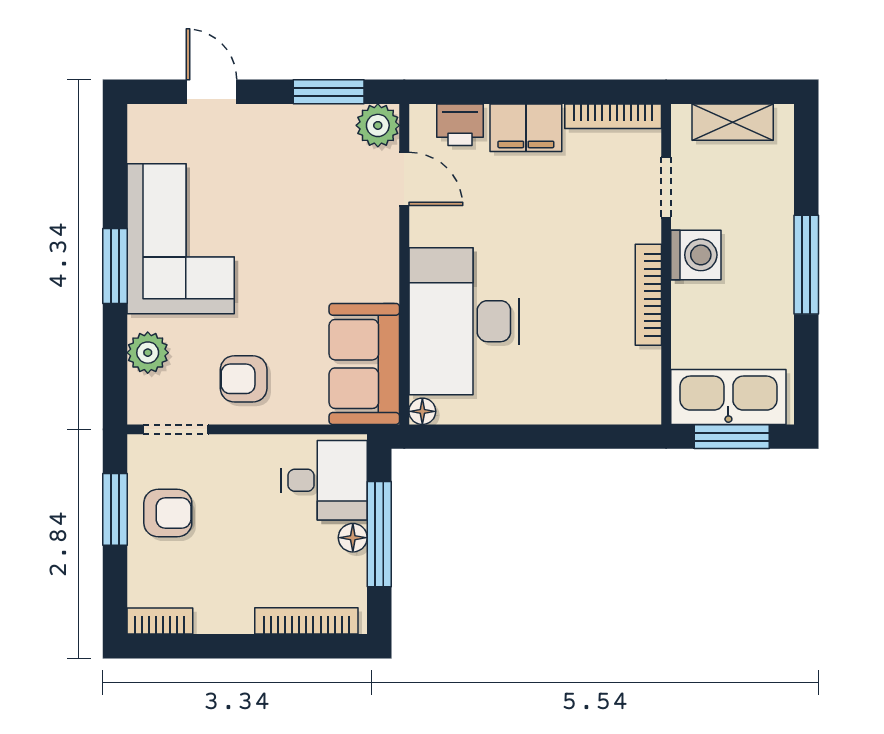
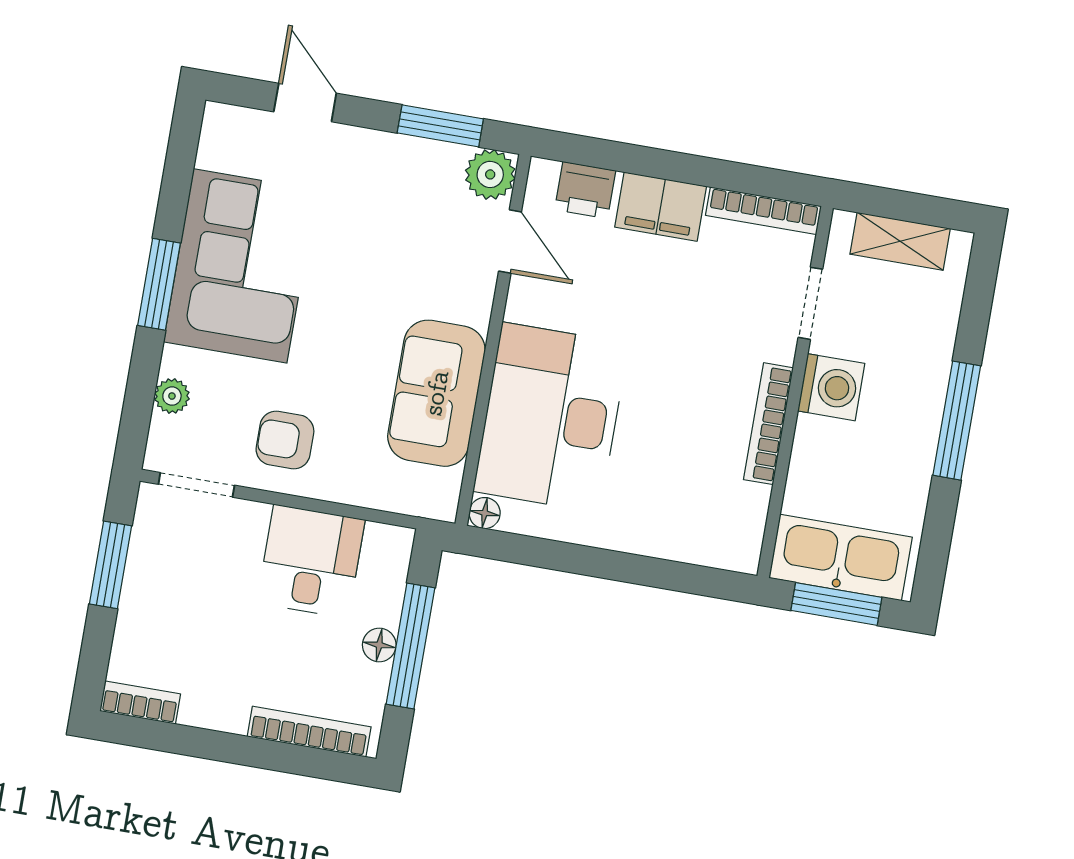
plant: (148, 353) -> (172, 396), width x0.73, depth x0.73
sofa: (364, 364) -> (436, 393), moved
desk: (324, 480) -> (311, 561), moved, turned -90
armchair: (168, 513) -> (171, 580), removed

